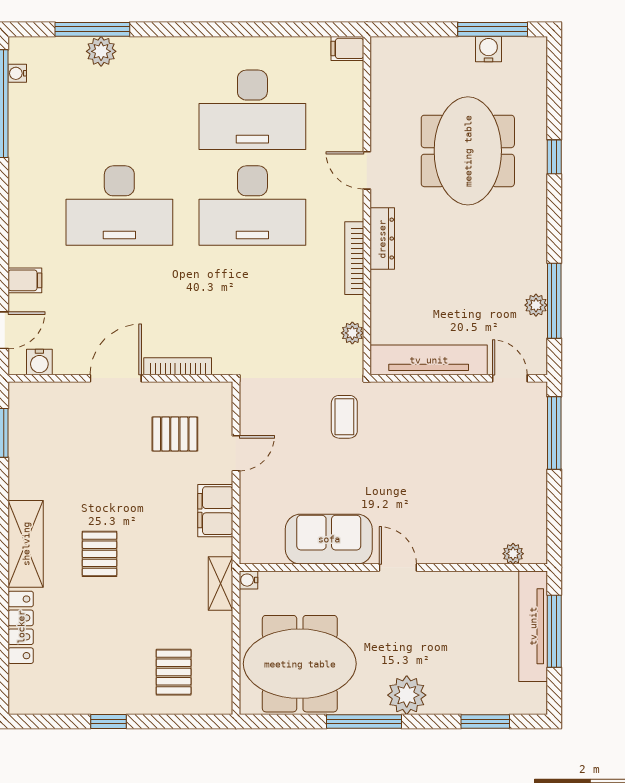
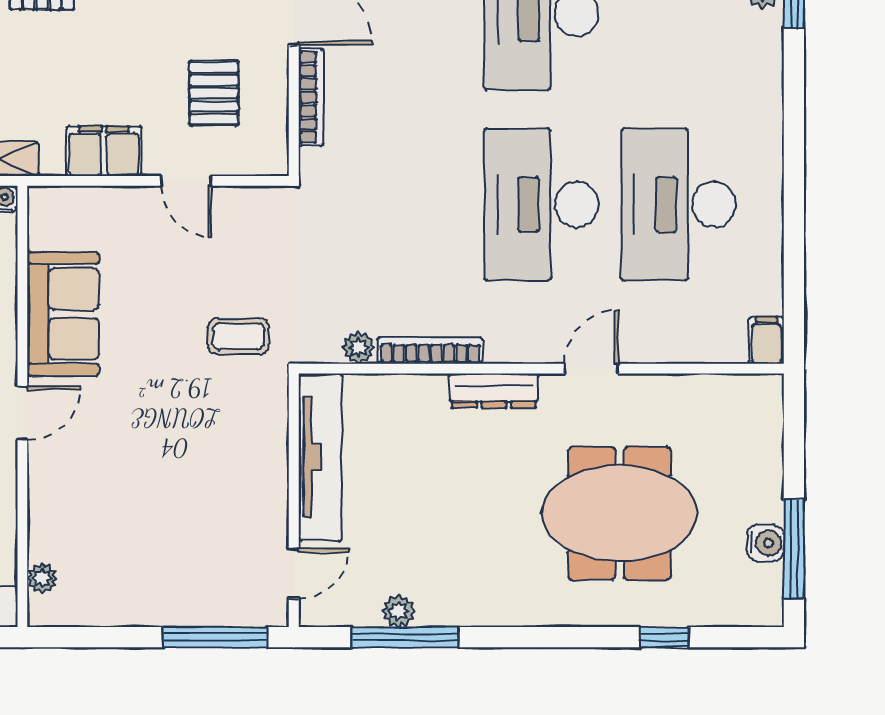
window: (554, 157) -> (665, 637), moved
bookcase: (354, 258) -> (430, 350), moved

